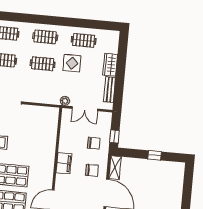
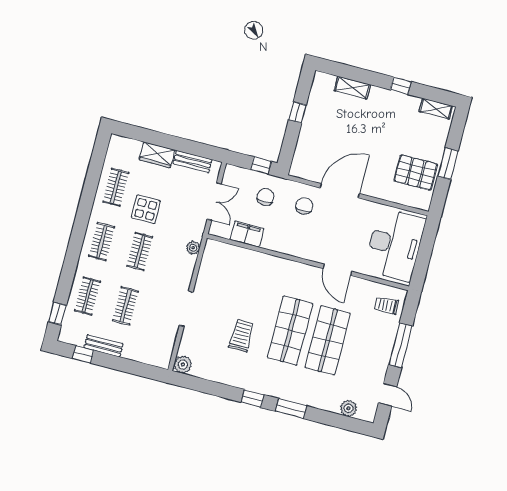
plant: (65, 101) -> (193, 248), moved
filing cabinet: (64, 163) -> (247, 234), moved
shelving: (115, 168) -> (352, 88), moved

